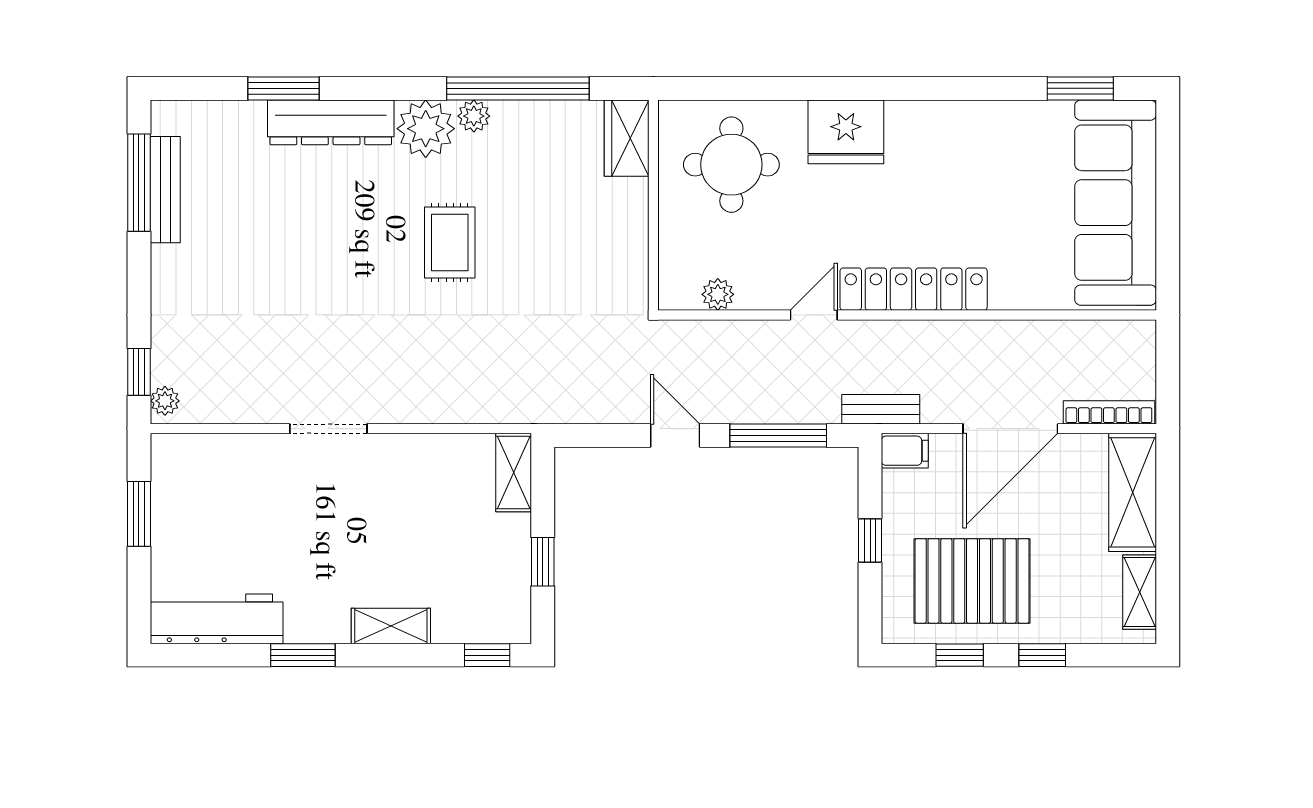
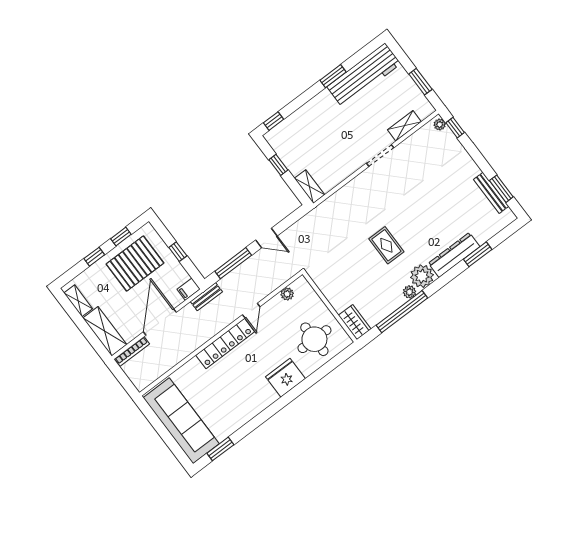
window: (139, 183) -> (501, 189), width x0.69
workbench: (217, 619) -> (364, 75), width x1.36, depth x1.32
shelving: (391, 626) -> (404, 126), moved

